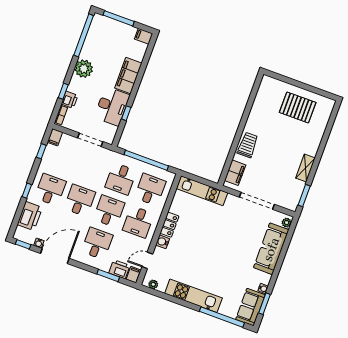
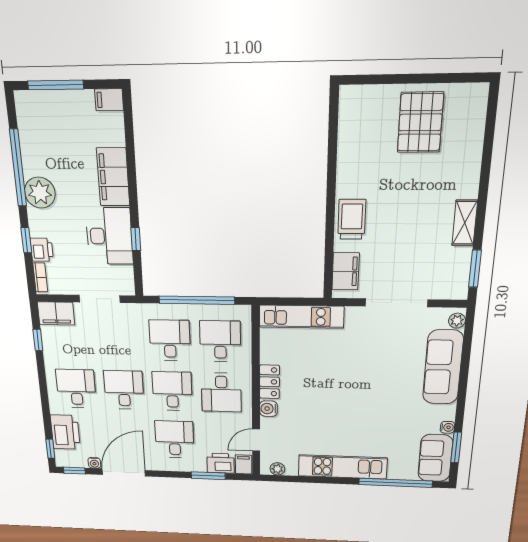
window: (84, 35) -> (18, 168), moved
pallet: (298, 107) -> (420, 122), turned 90
filing cabinet: (55, 137) -> (56, 313), width x2.00
desk: (121, 179) -> (170, 340), turned 180
window: (27, 191) -> (50, 449), moved

